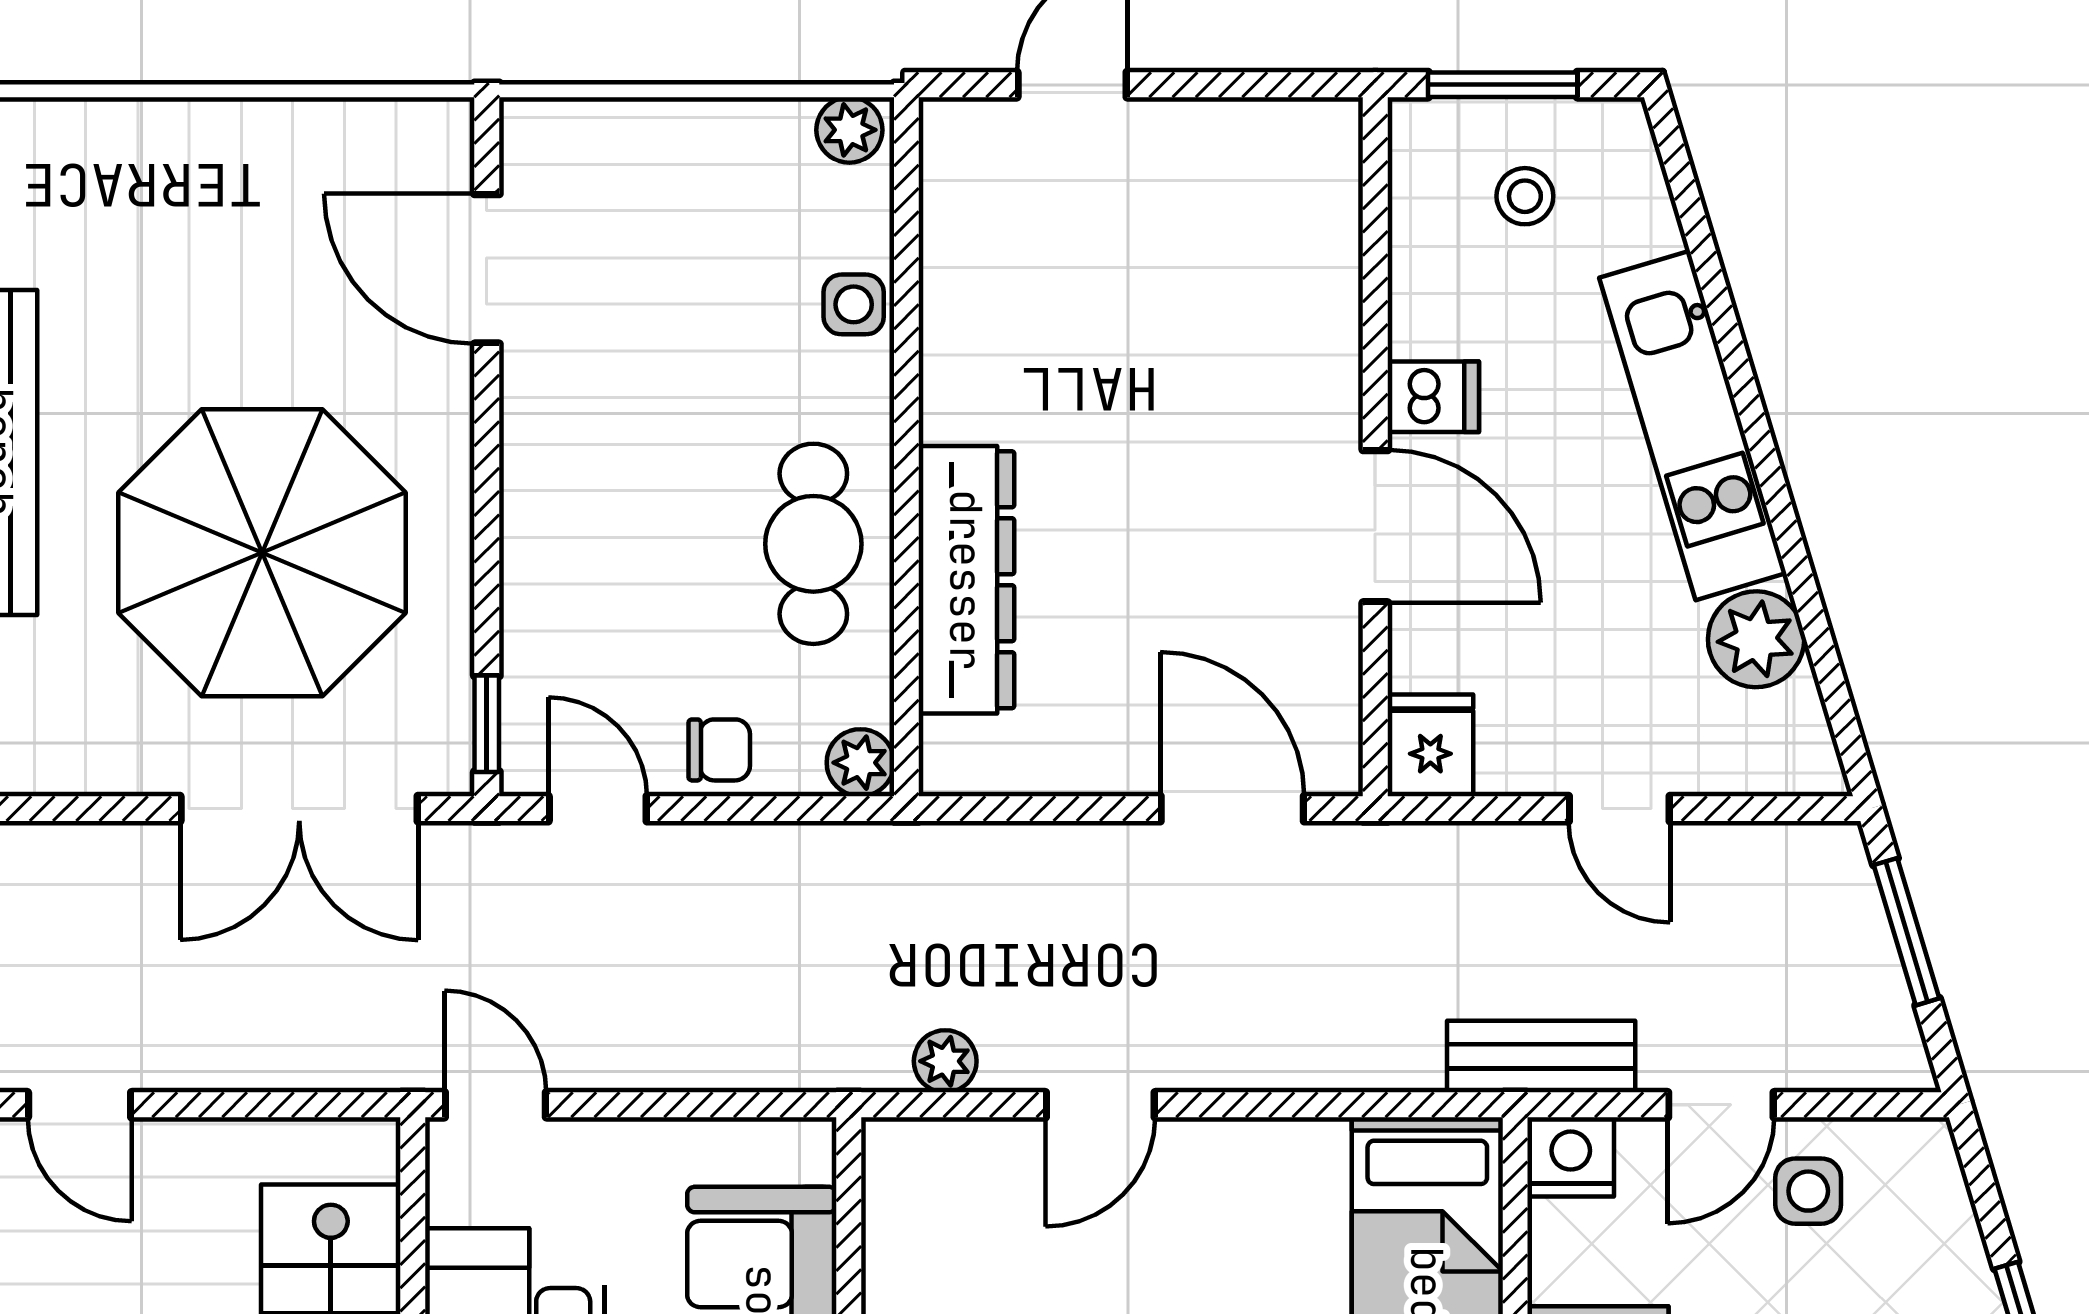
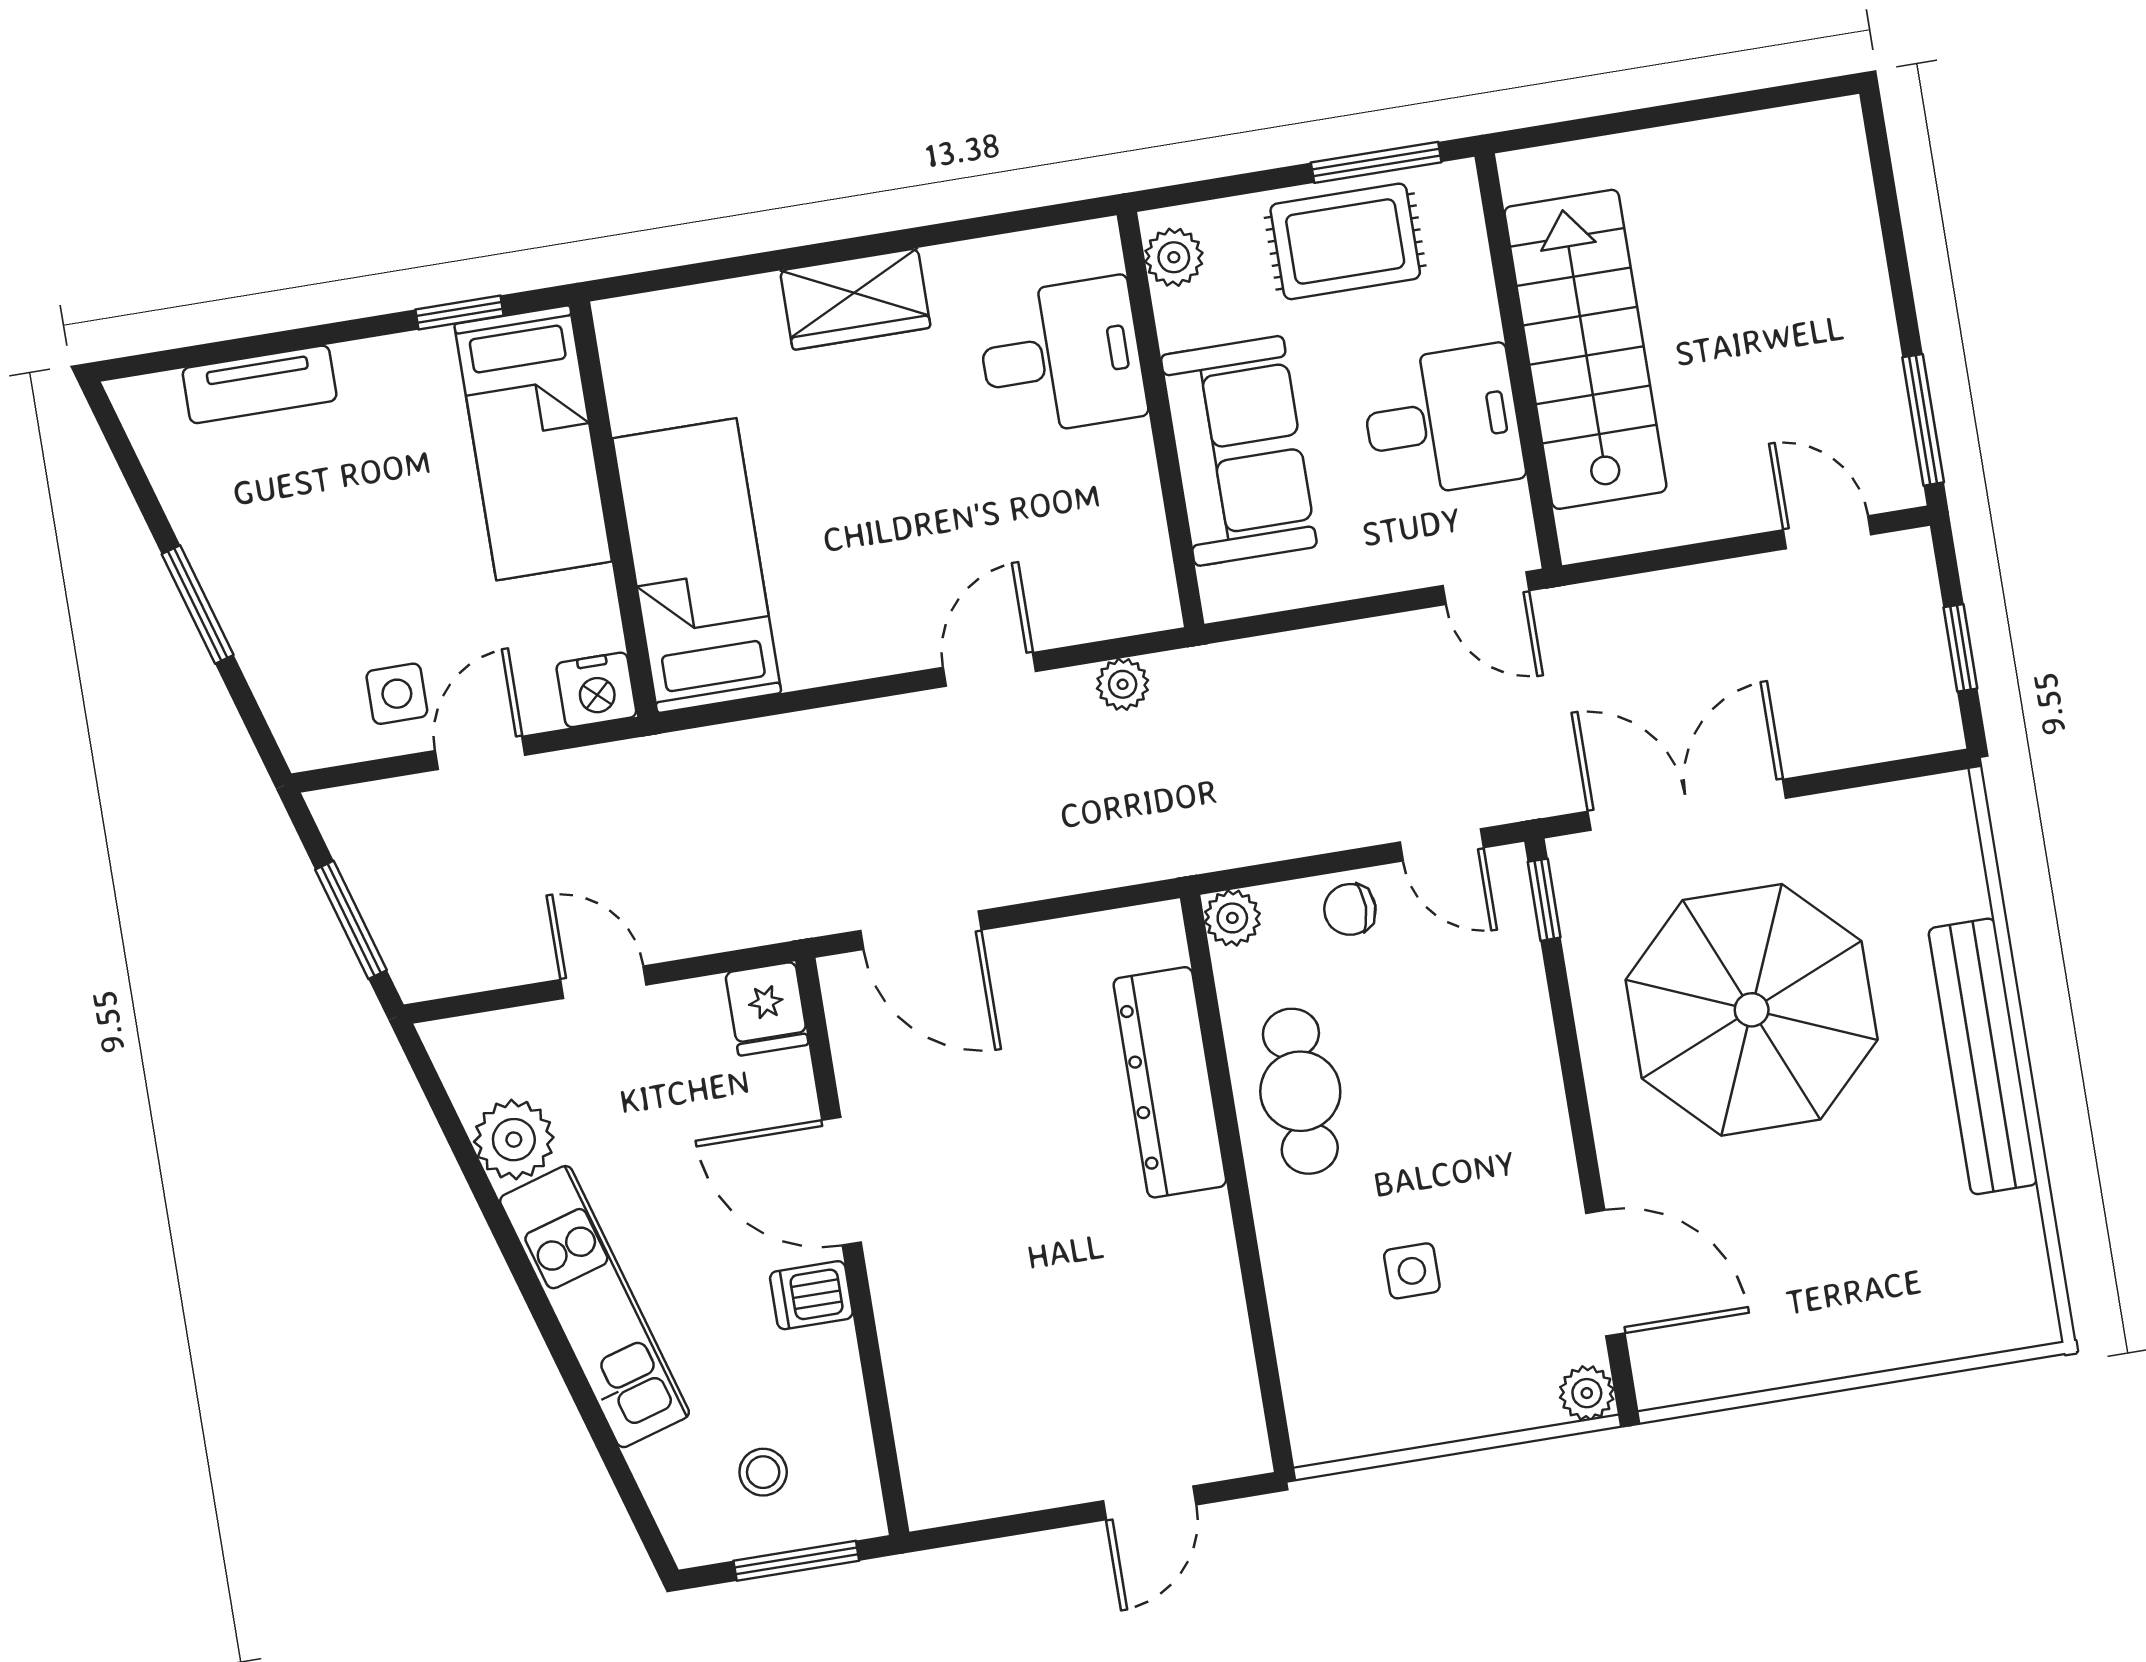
plant: (849, 130) -> (1587, 1393), moved
side table: (854, 304) -> (1412, 1271), moved
bench: (1541, 1057) -> (634, 768), removed

